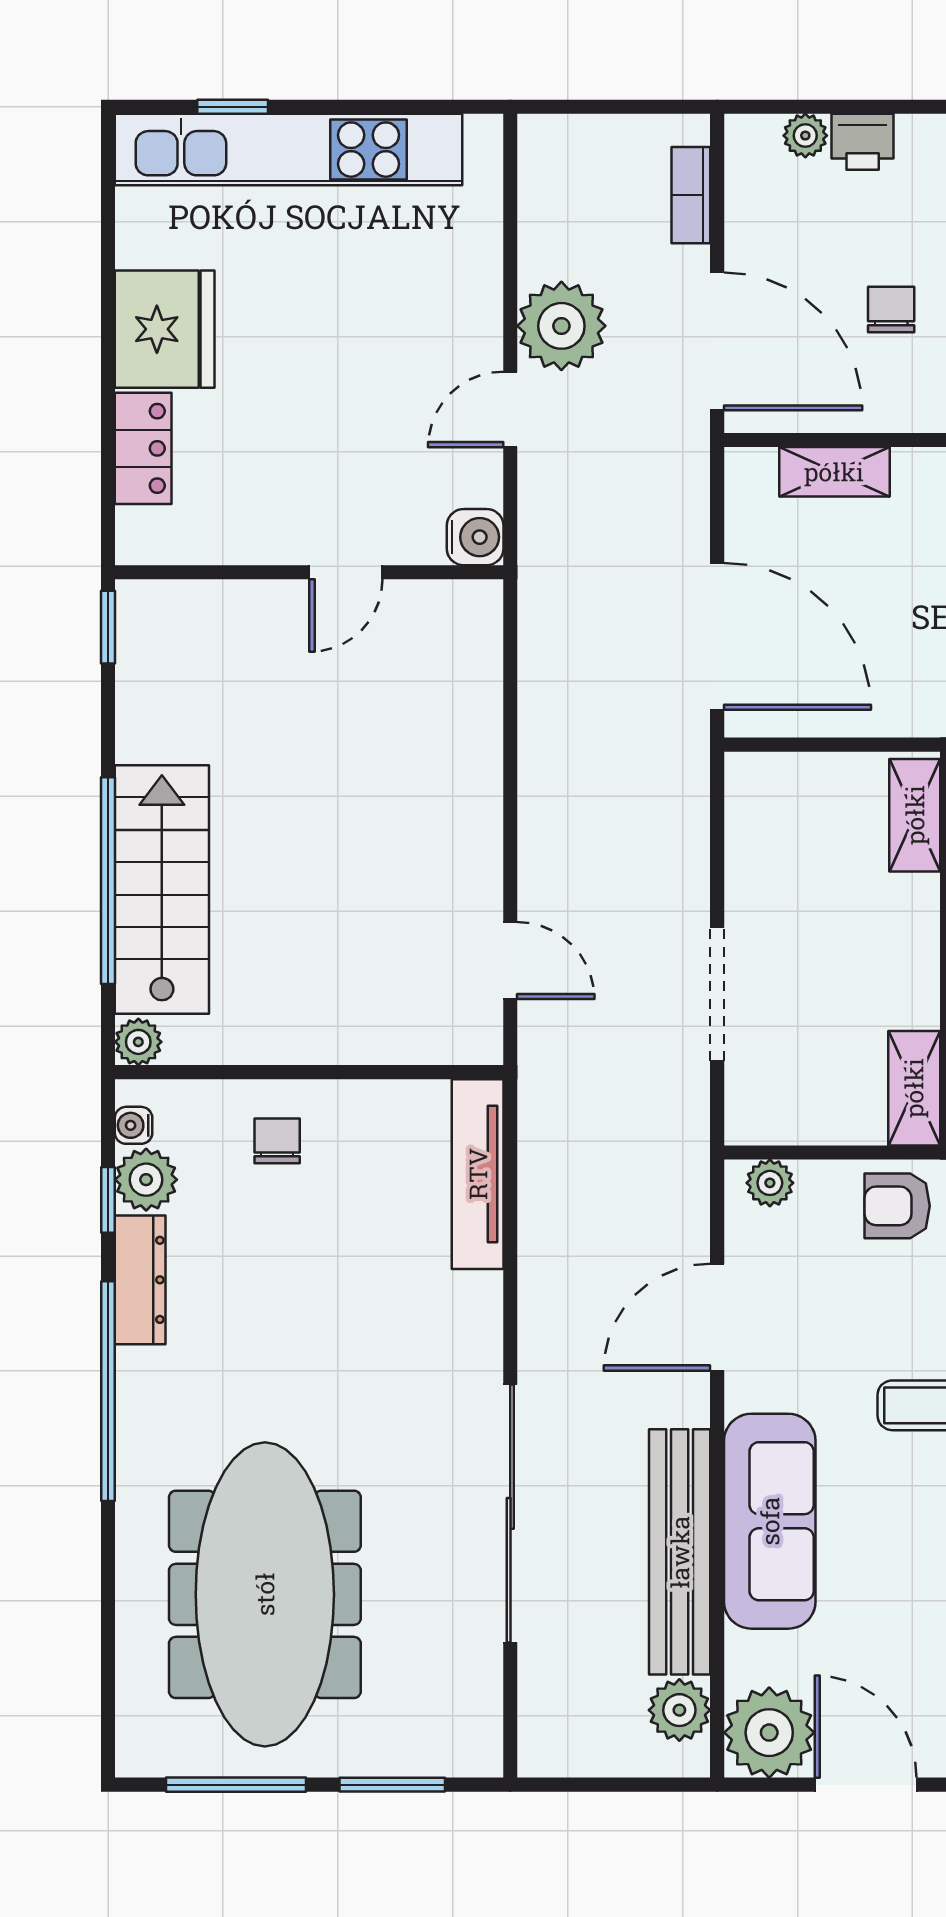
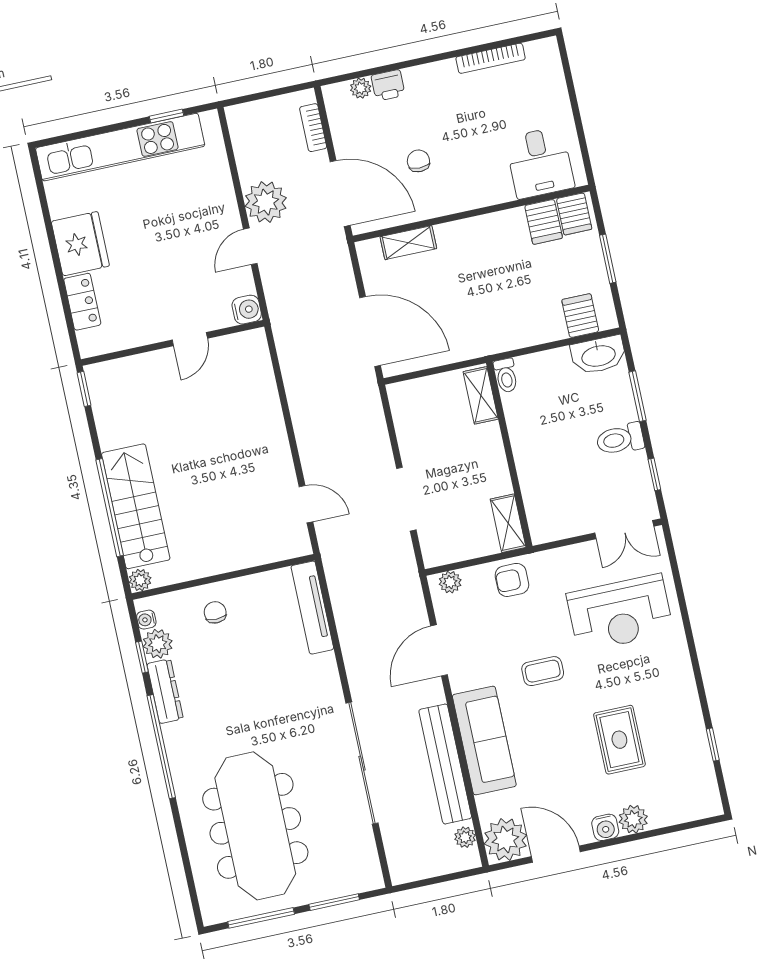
window: (233, 107) -> (167, 116), moved
plant: (679, 1710) -> (465, 837), width x0.73, depth x0.73

